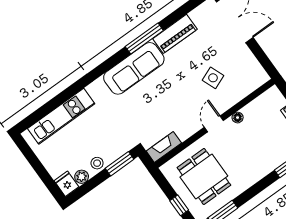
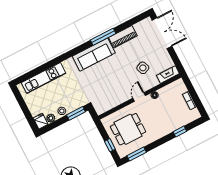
fireplace: (164, 147) -> (168, 75), moved
dining table: (204, 176) -> (128, 129), turned 90

